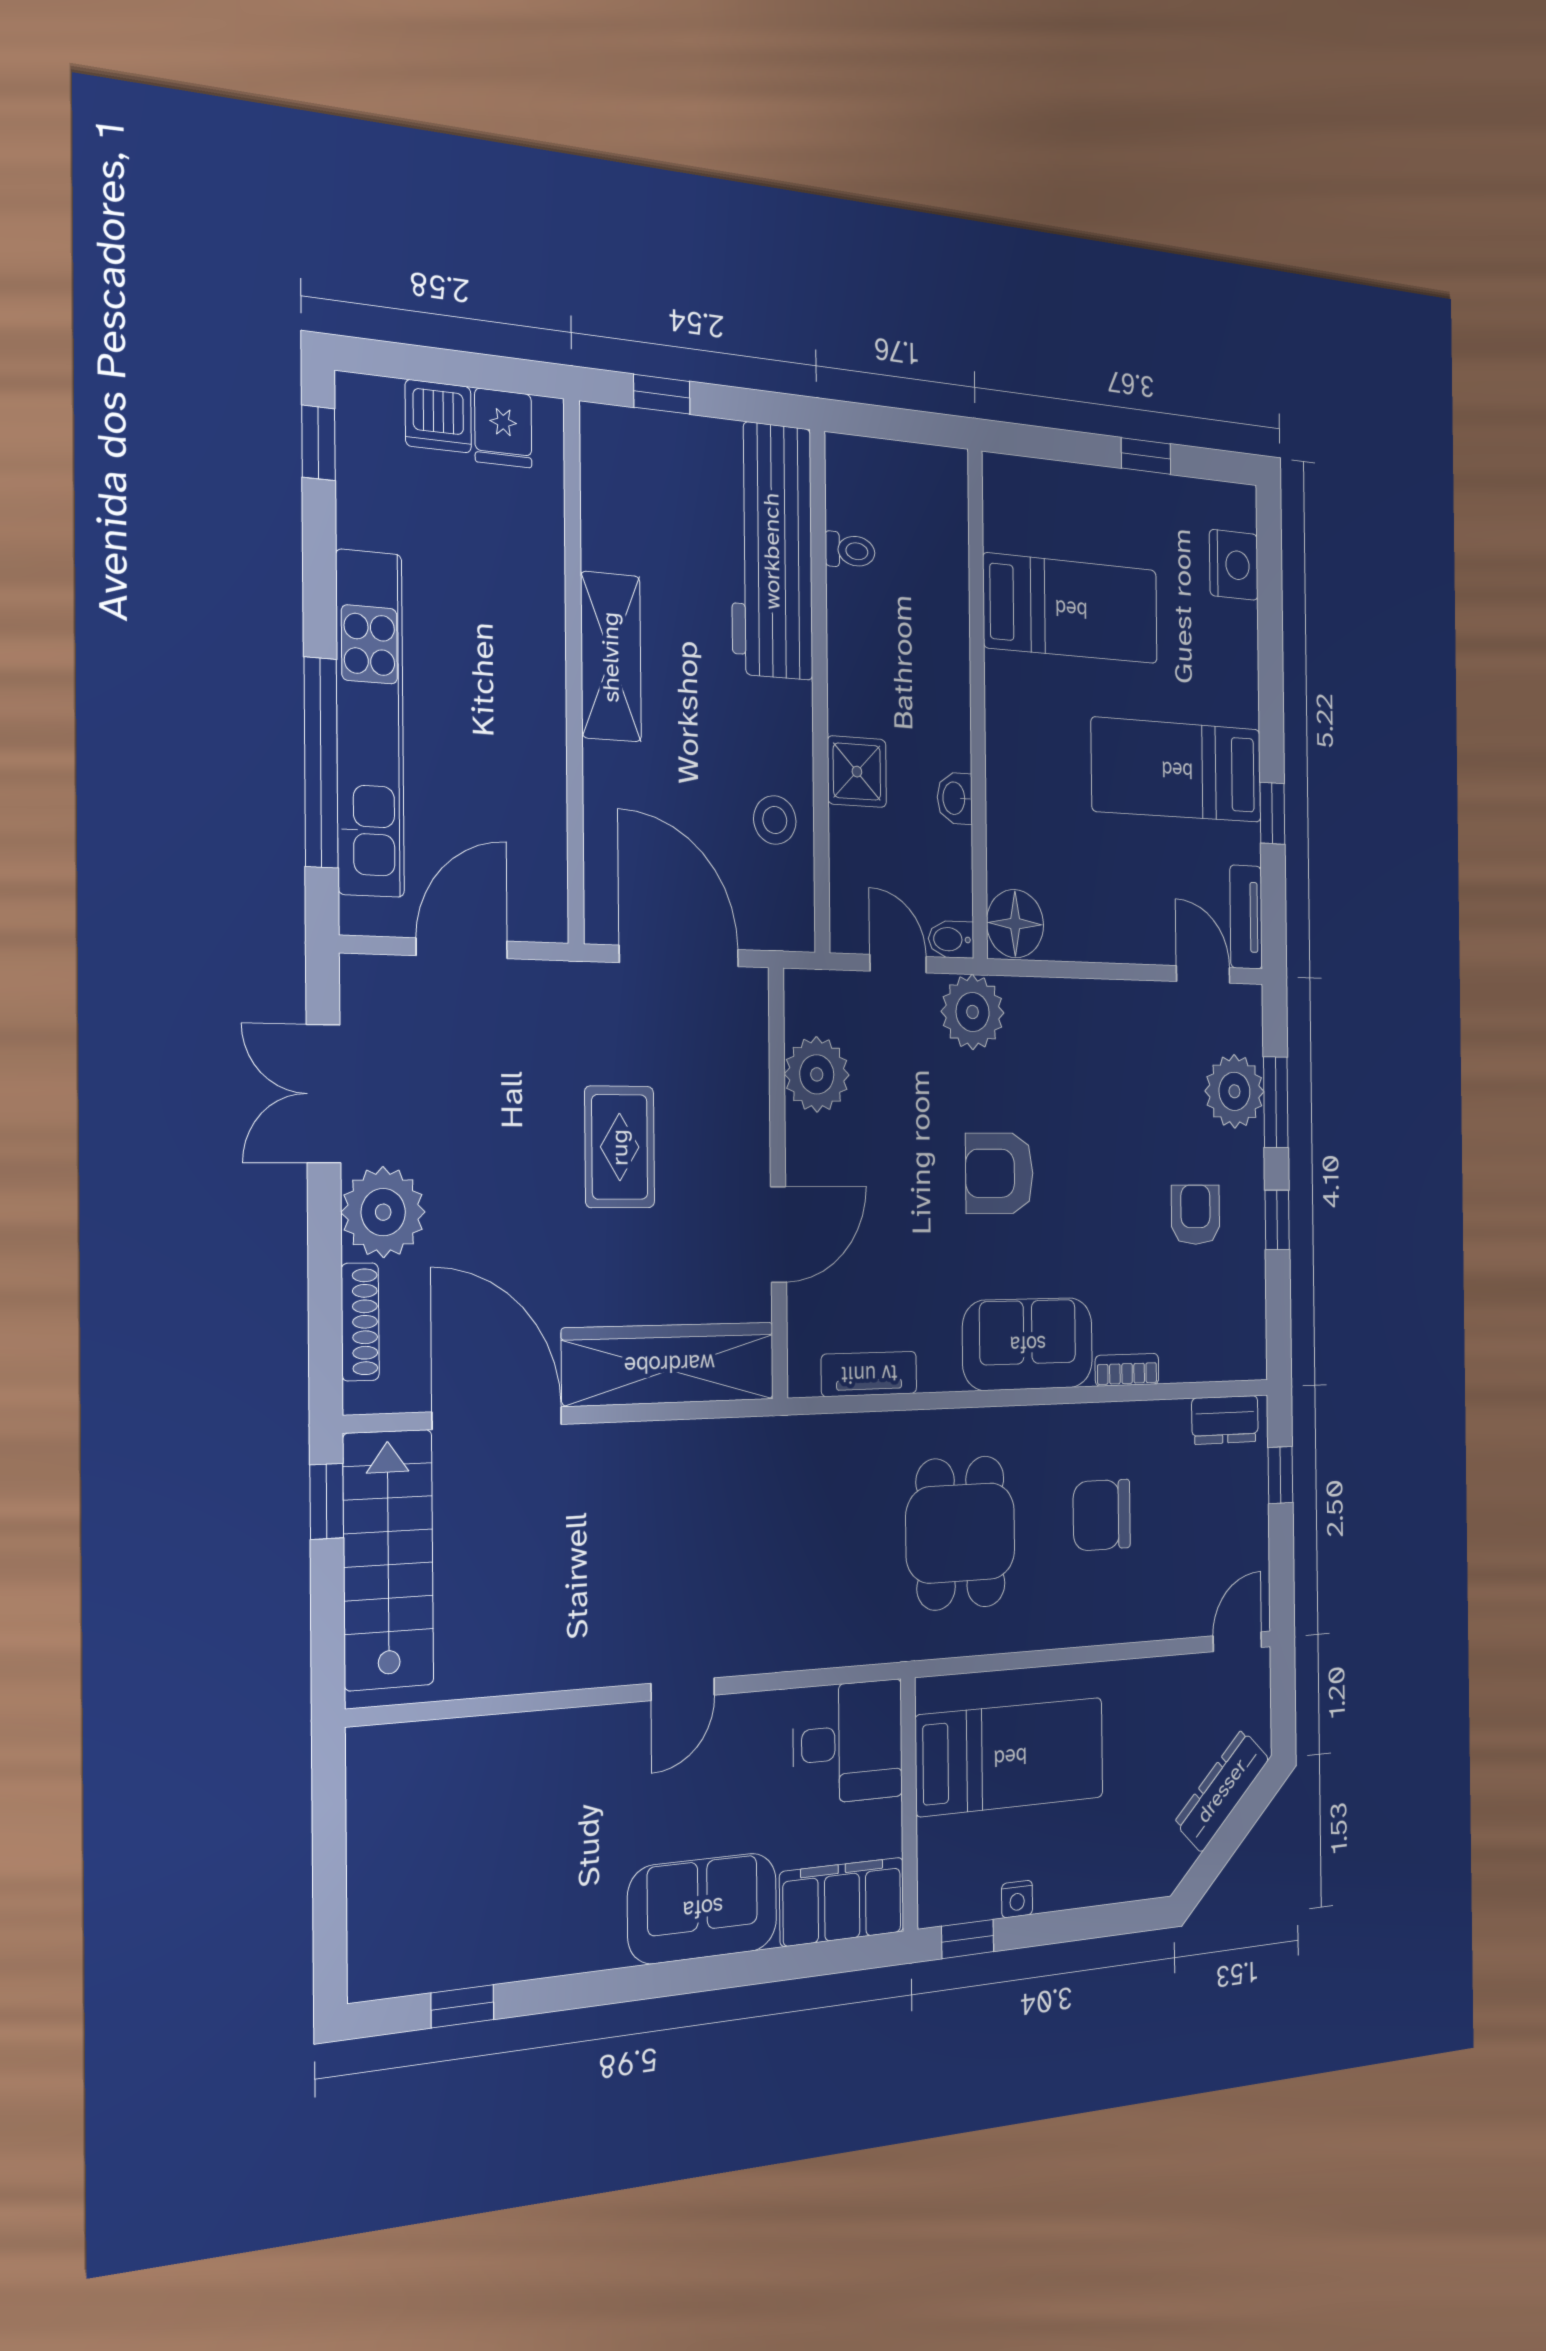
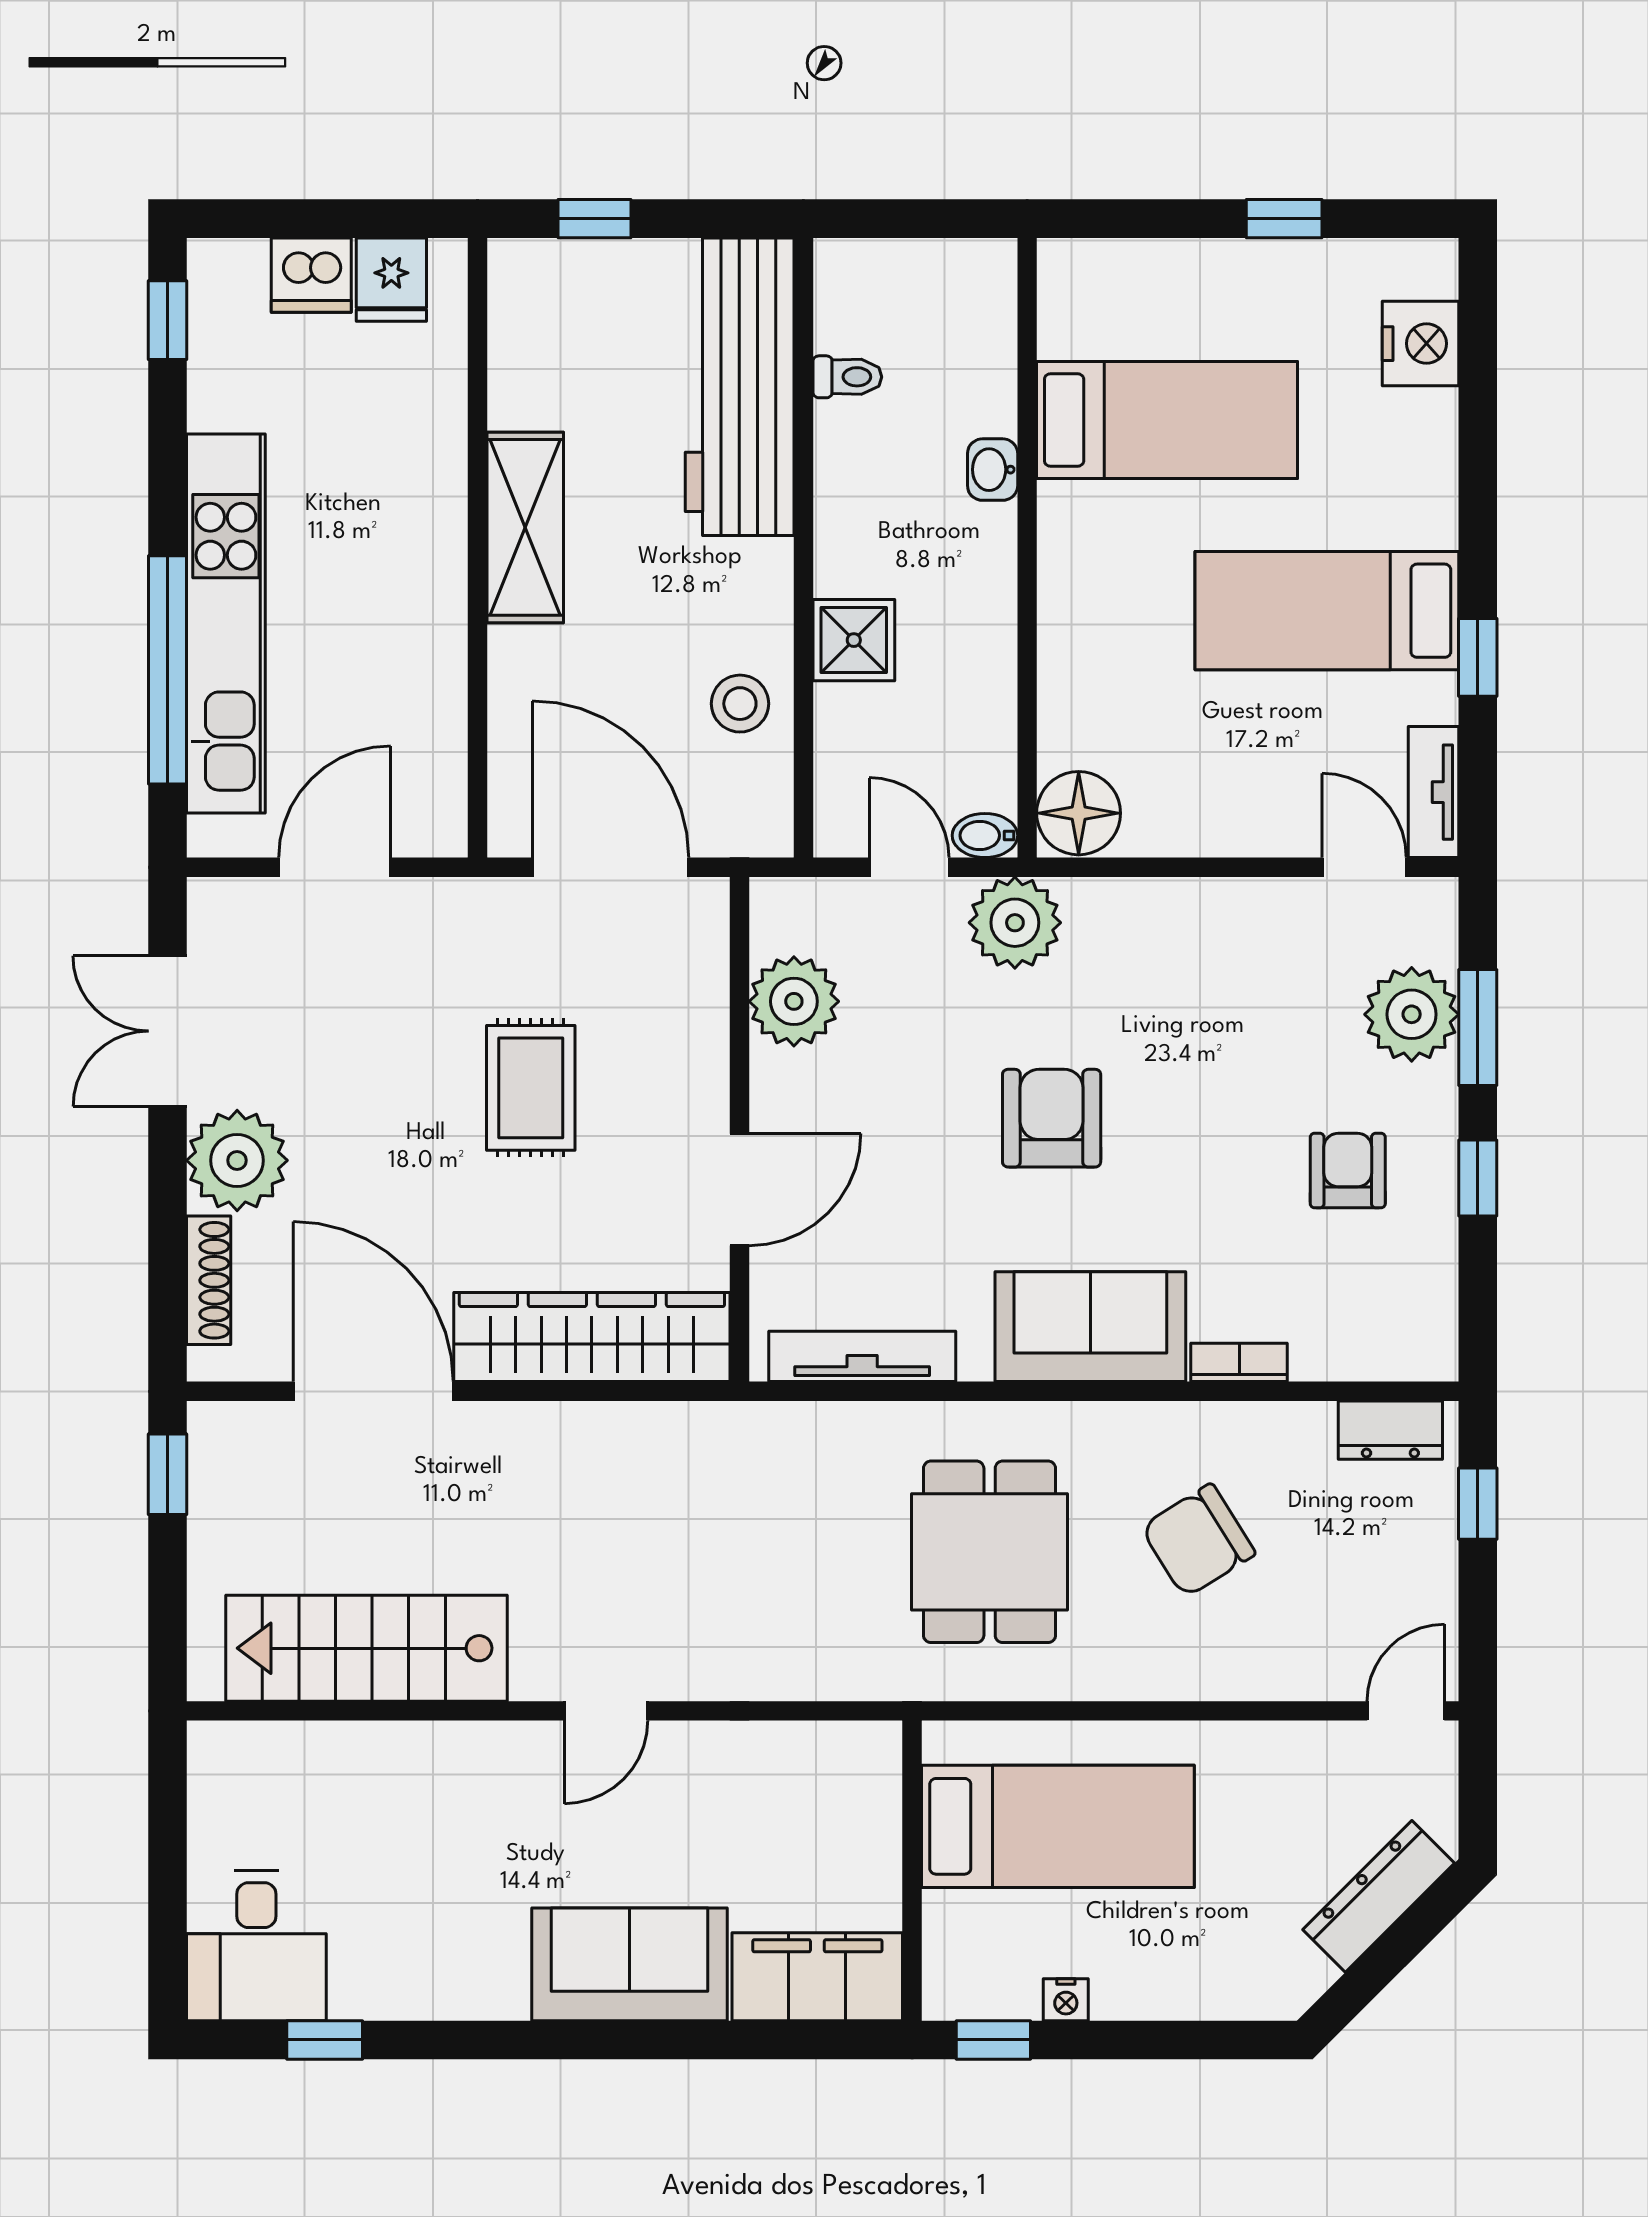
washbasin: (955, 798) -> (993, 470), moved
armchair: (999, 1173) -> (1052, 1118), turned 90
tv unit: (869, 1374) -> (862, 1356), width x1.41
chair: (1102, 1515) -> (1198, 1541), turned -32
stairs: (388, 1560) -> (367, 1648), moved, turned -90
desk: (848, 1742) -> (256, 1946), moved, turned 90

